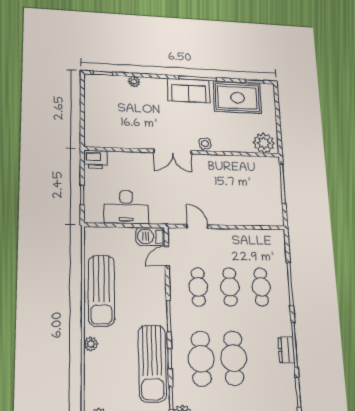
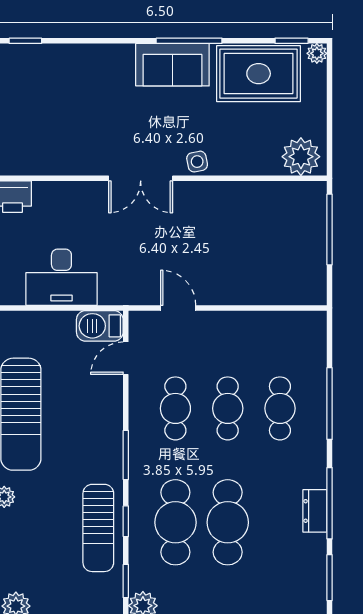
plant: (134, 82) -> (317, 53), moved
sun lounger: (152, 363) -> (98, 528), width x0.73, depth x0.75

